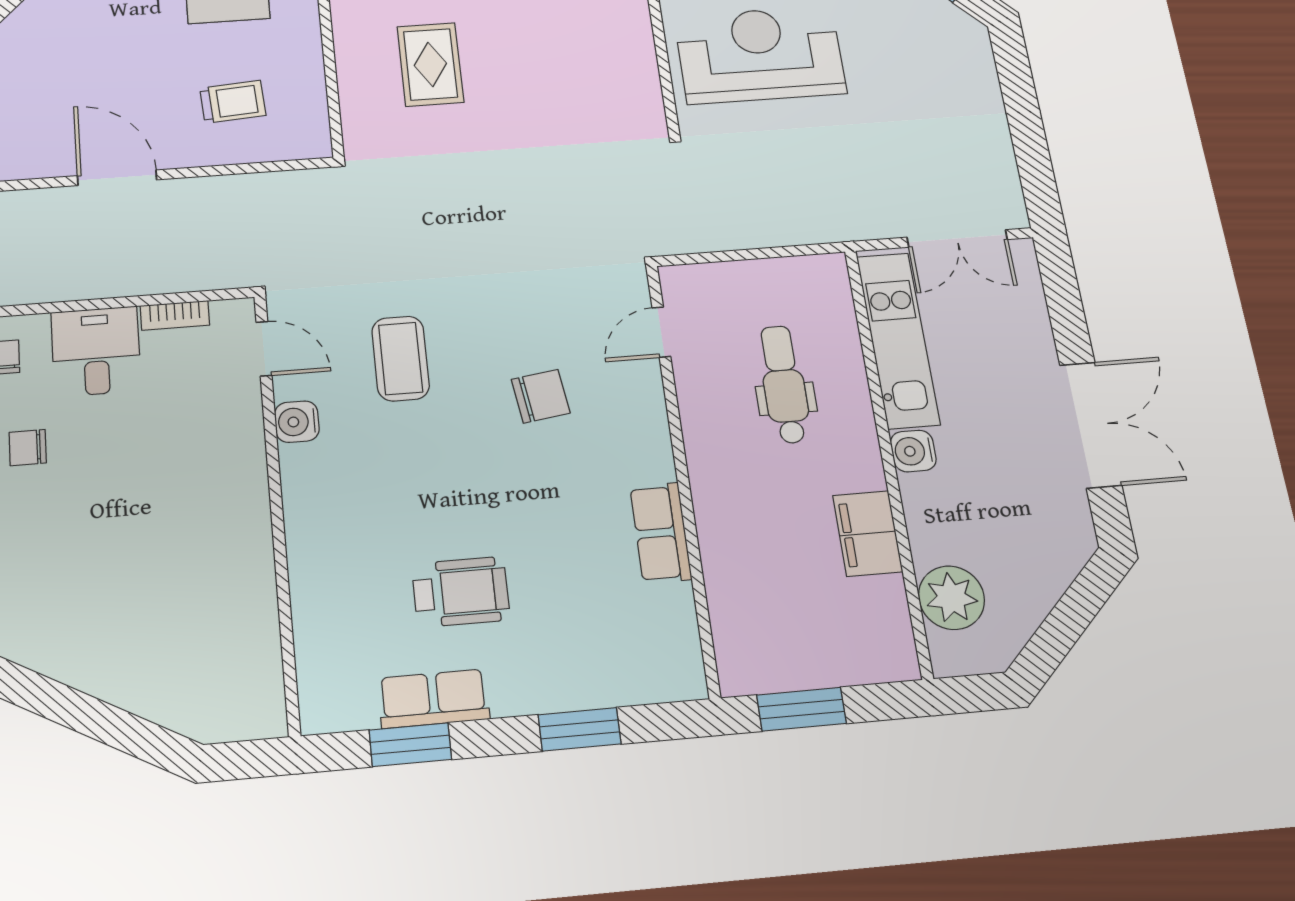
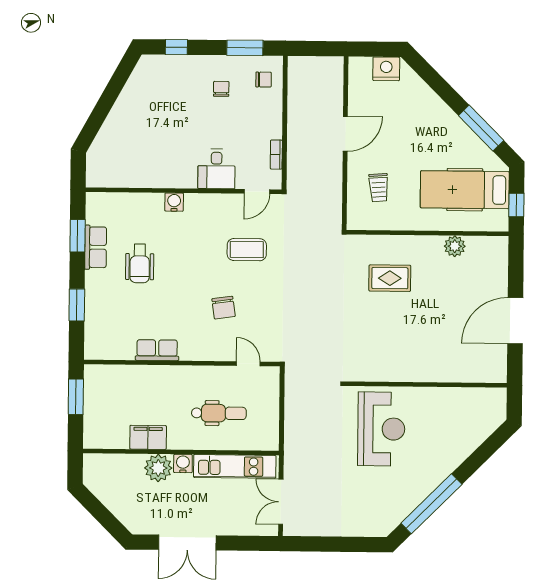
desk: (96, 351) -> (216, 169), moved, turned 90
water cooler: (297, 422) -> (174, 202), moved
plant: (952, 598) -> (158, 468), moved

